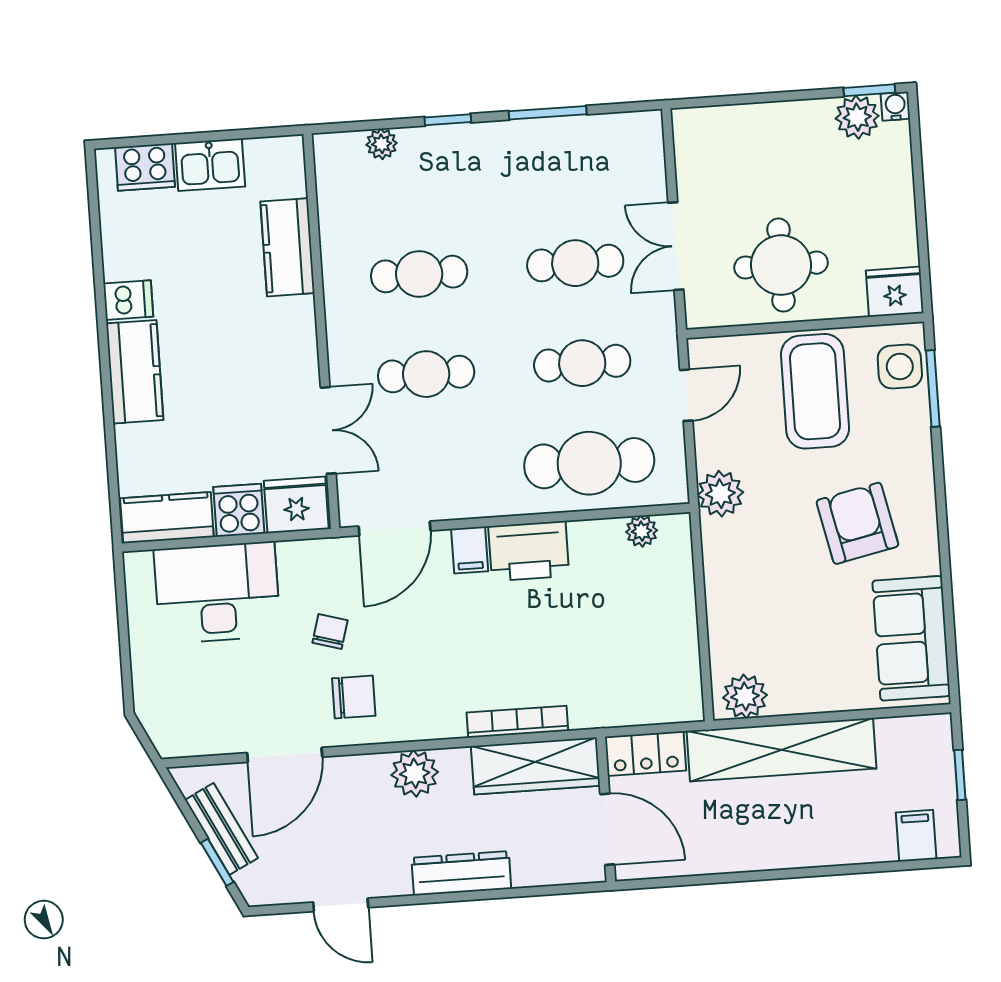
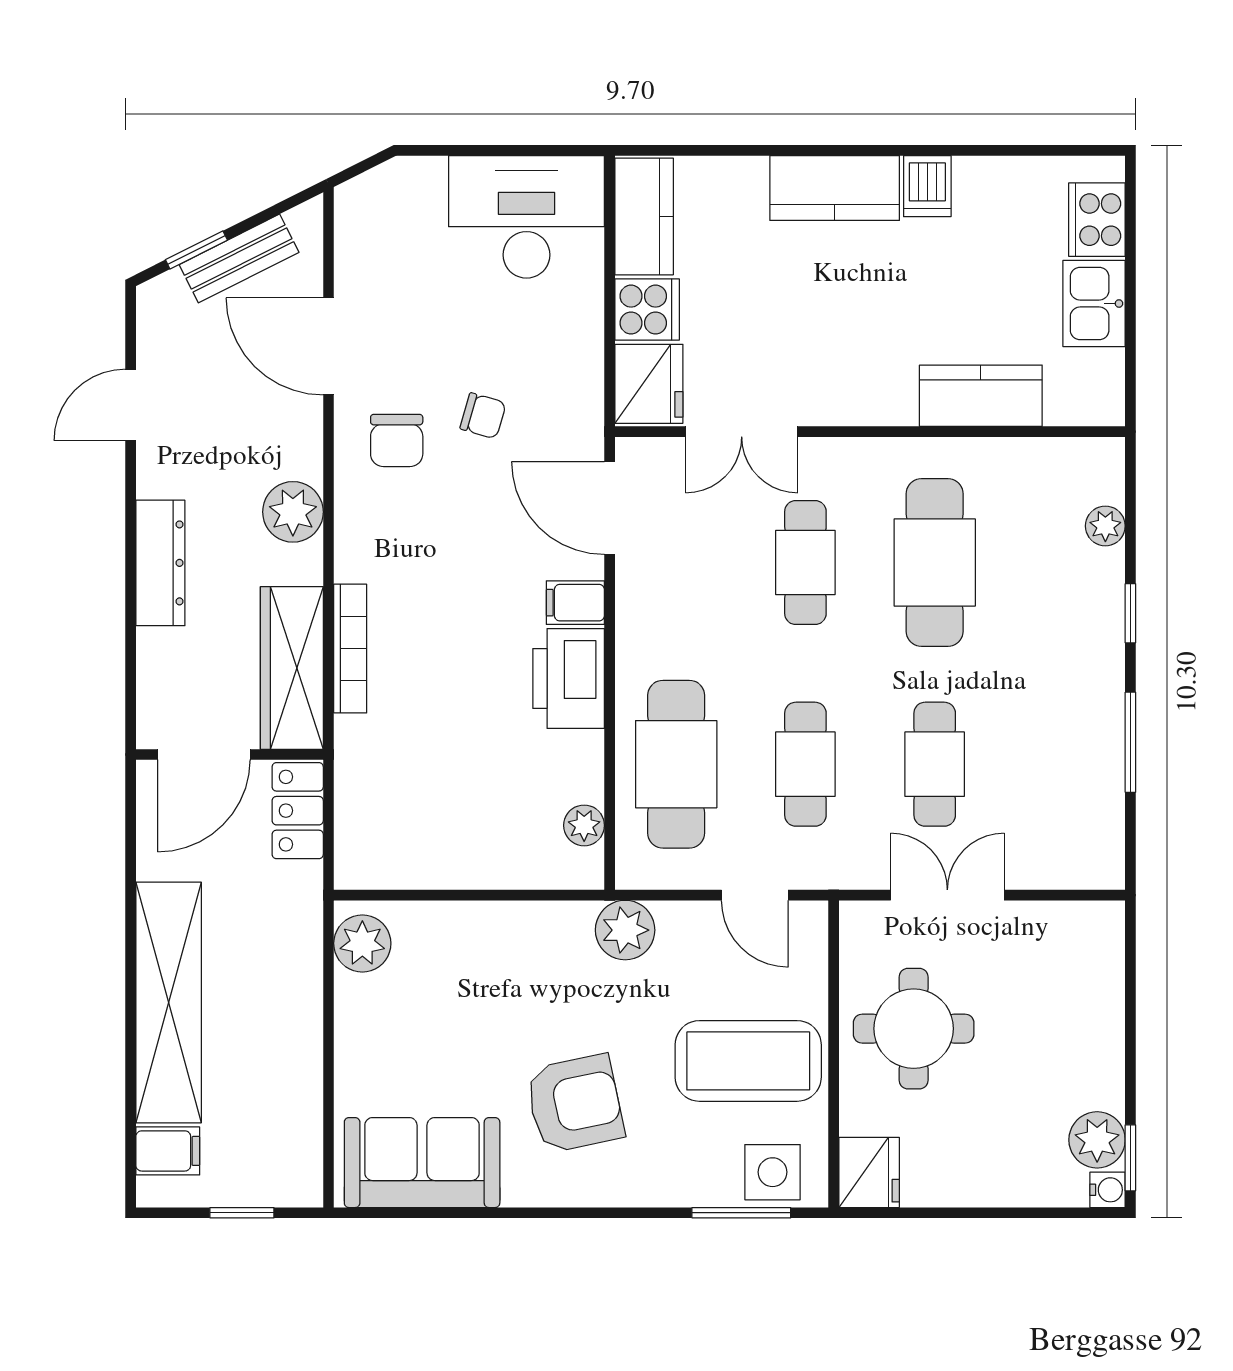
cafe table: (419, 274) -> (935, 563), width x1.37, depth x1.35
desk: (217, 593) -> (526, 217), moved, turned -90
shelving: (782, 750) -> (169, 1002), moved

